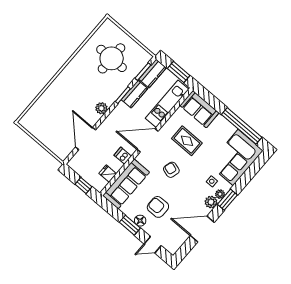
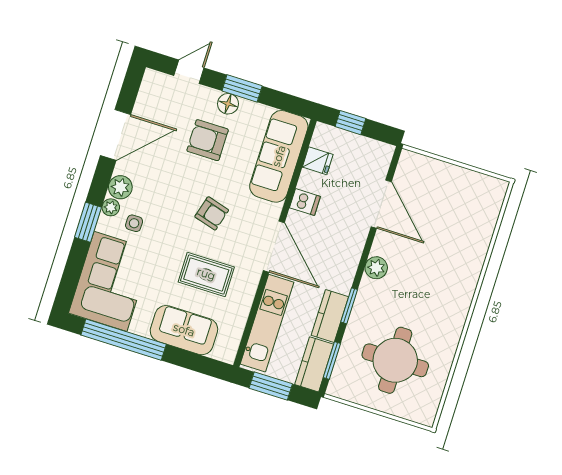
sofa: (199, 109) -> (184, 330), moved
door: (148, 140) -> (274, 247), hinge flipped
window: (227, 200) -> (88, 222), moved
armchair: (158, 207) -> (208, 140), turned 180

